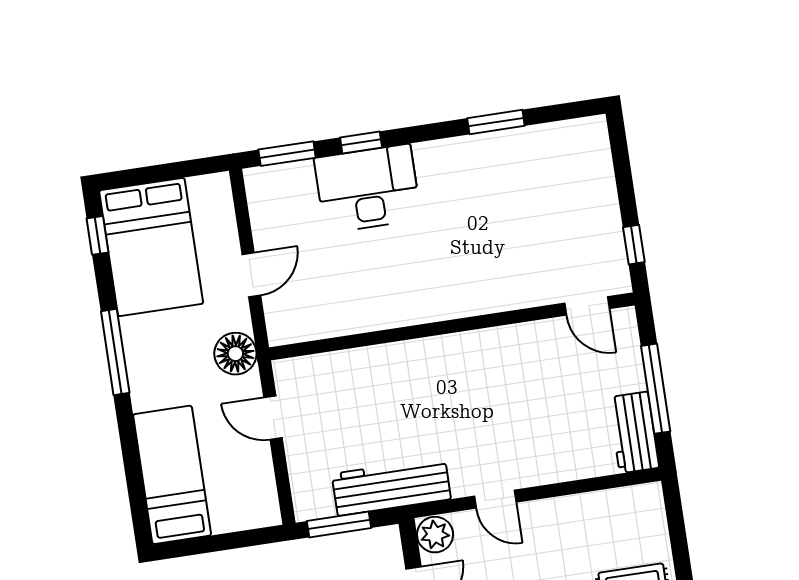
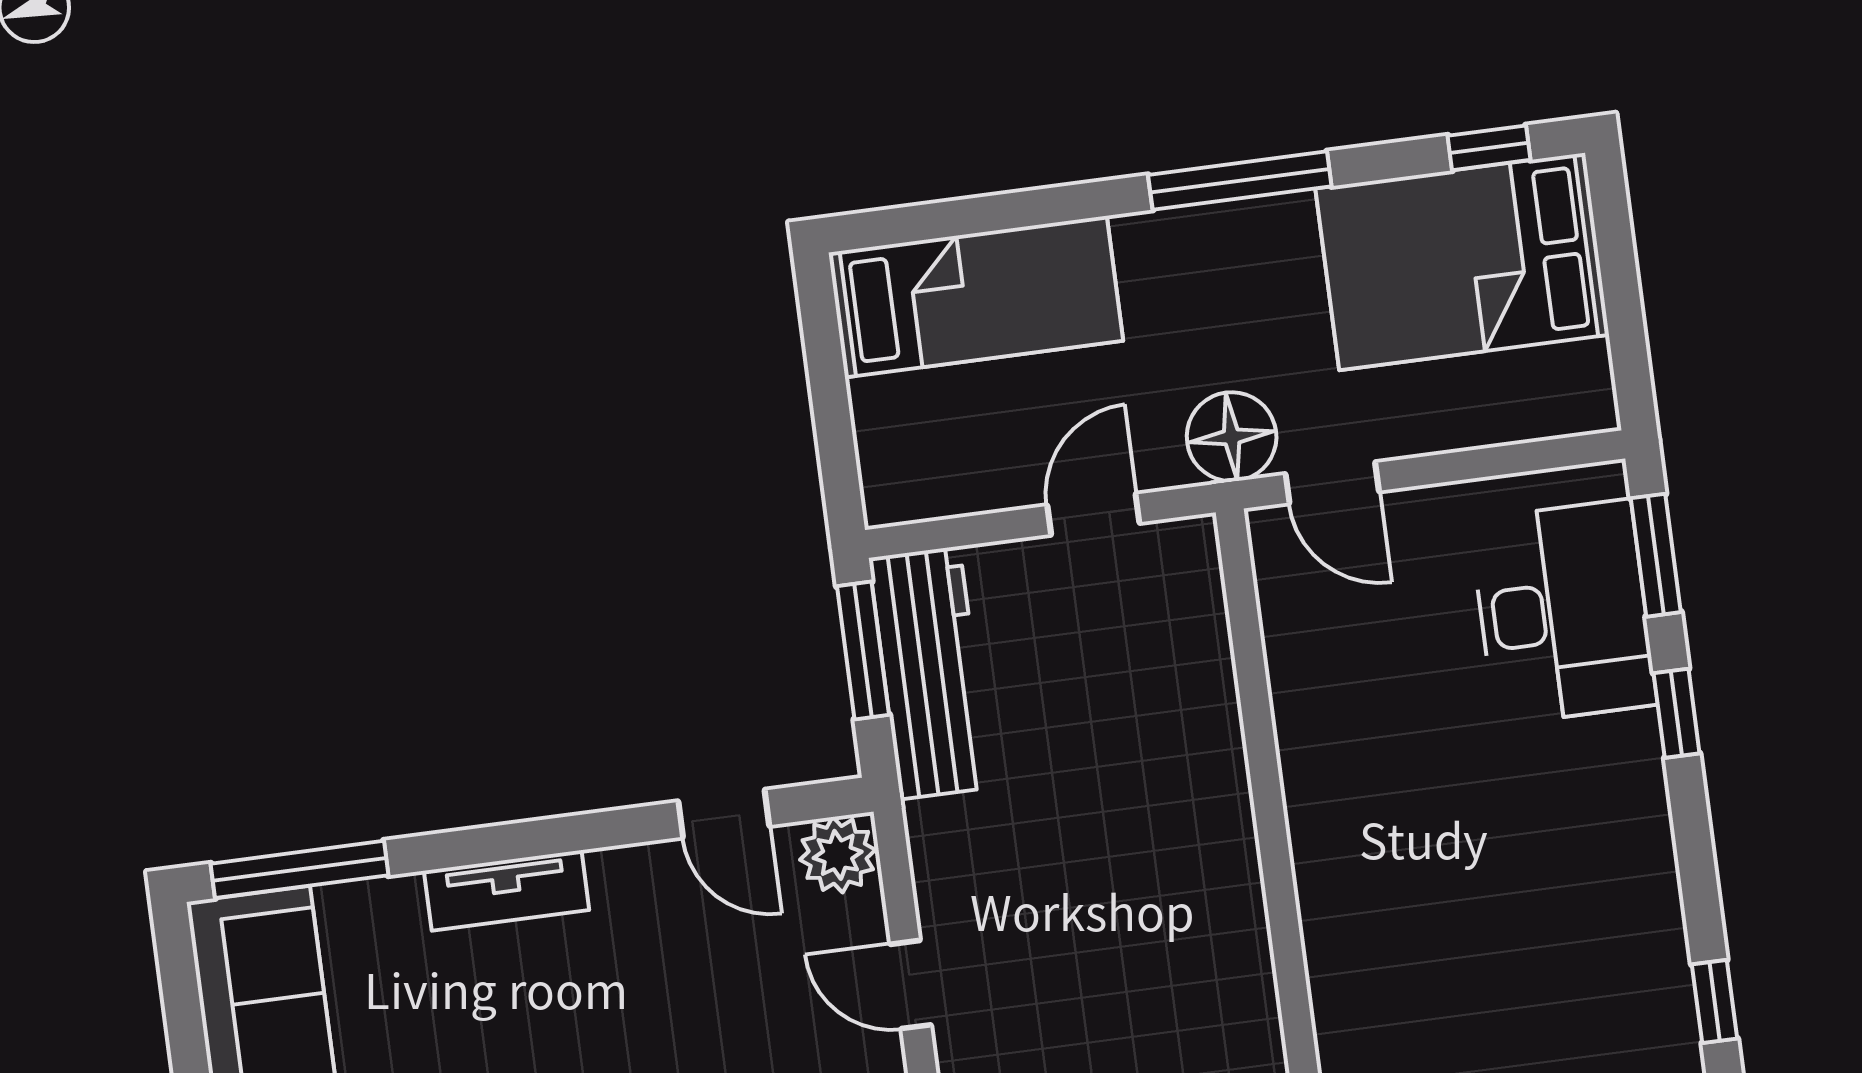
window: (496, 122) -> (1715, 1001), width x0.67
desk: (368, 189) -> (1563, 612), moved
door: (251, 275) -> (1332, 483), moved
workbench: (391, 487) -> (930, 673), moved
door: (495, 499) -> (911, 985), hinge flipped

